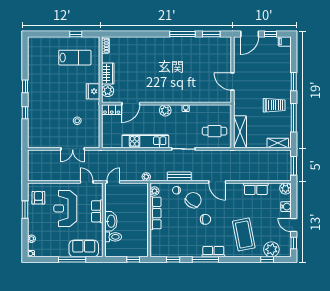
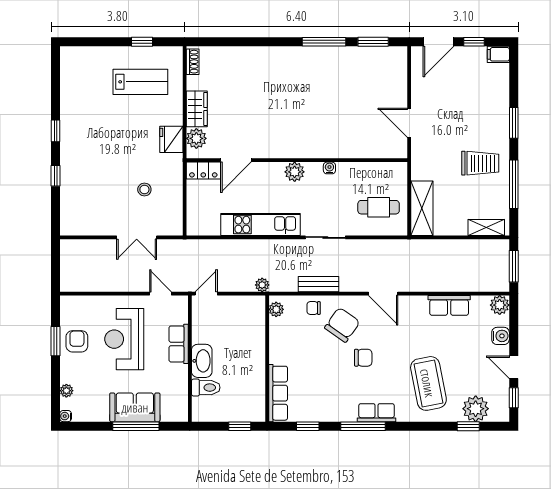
armchair: (38, 198) -> (77, 341), moved
row of seats: (156, 213) -> (278, 393), moved
sofa: (84, 248) -> (135, 407), moved

